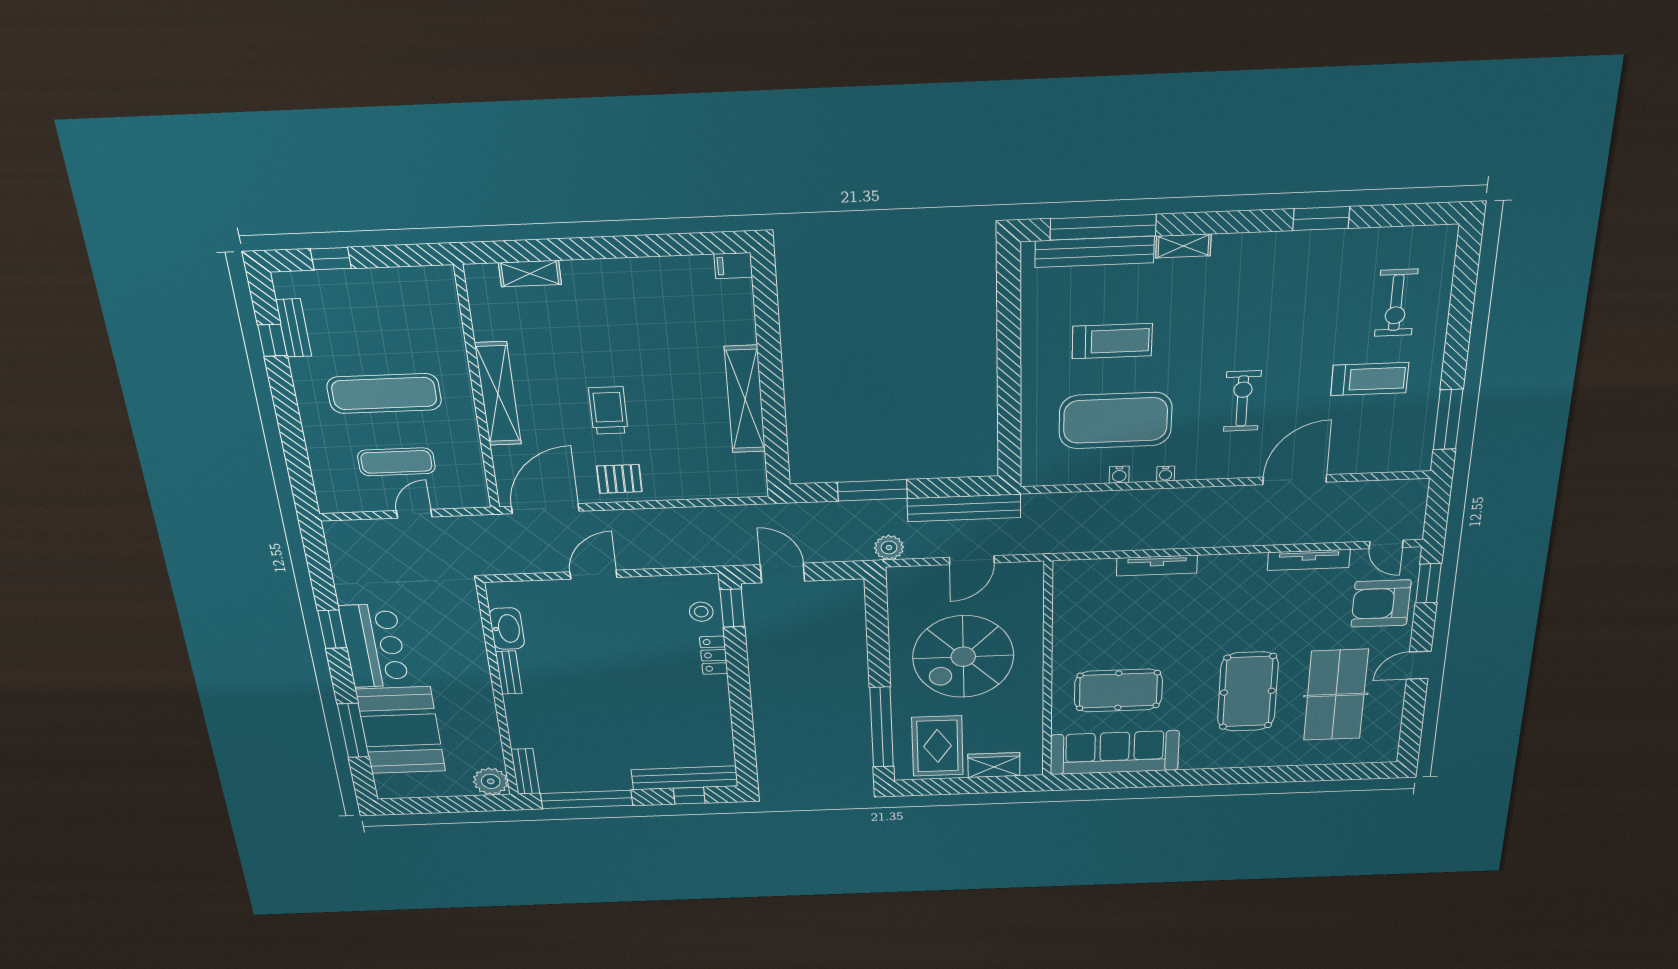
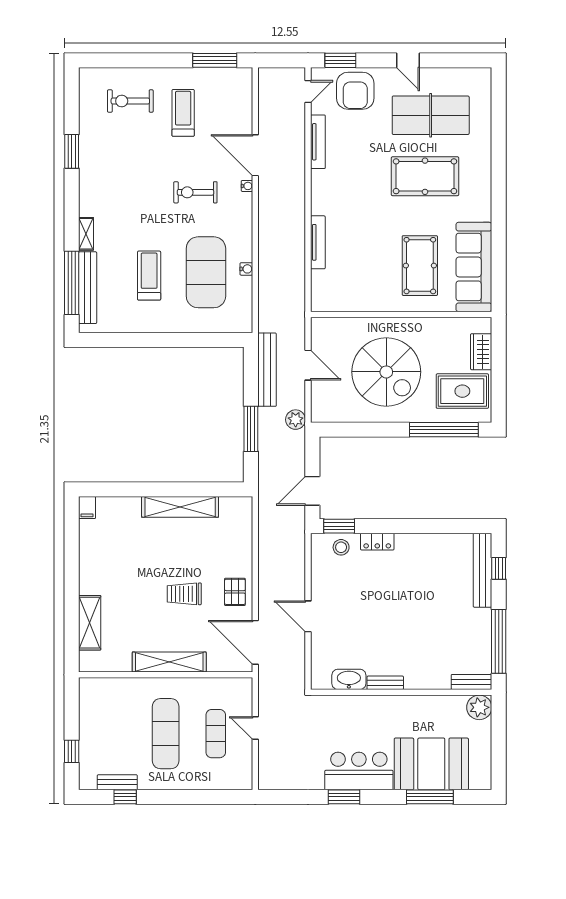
shelving: (530, 274) -> (90, 623), width x1.50, depth x1.33
exercise bike: (1396, 303) -> (130, 101), turned 180
water cooler: (1166, 474) -> (247, 186), moved

